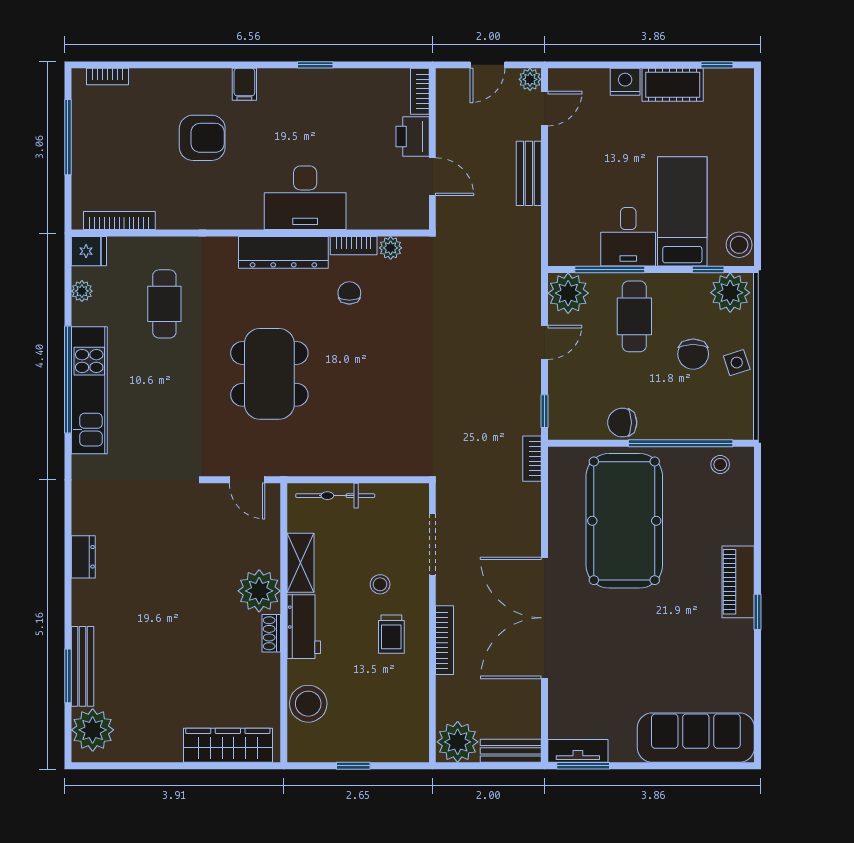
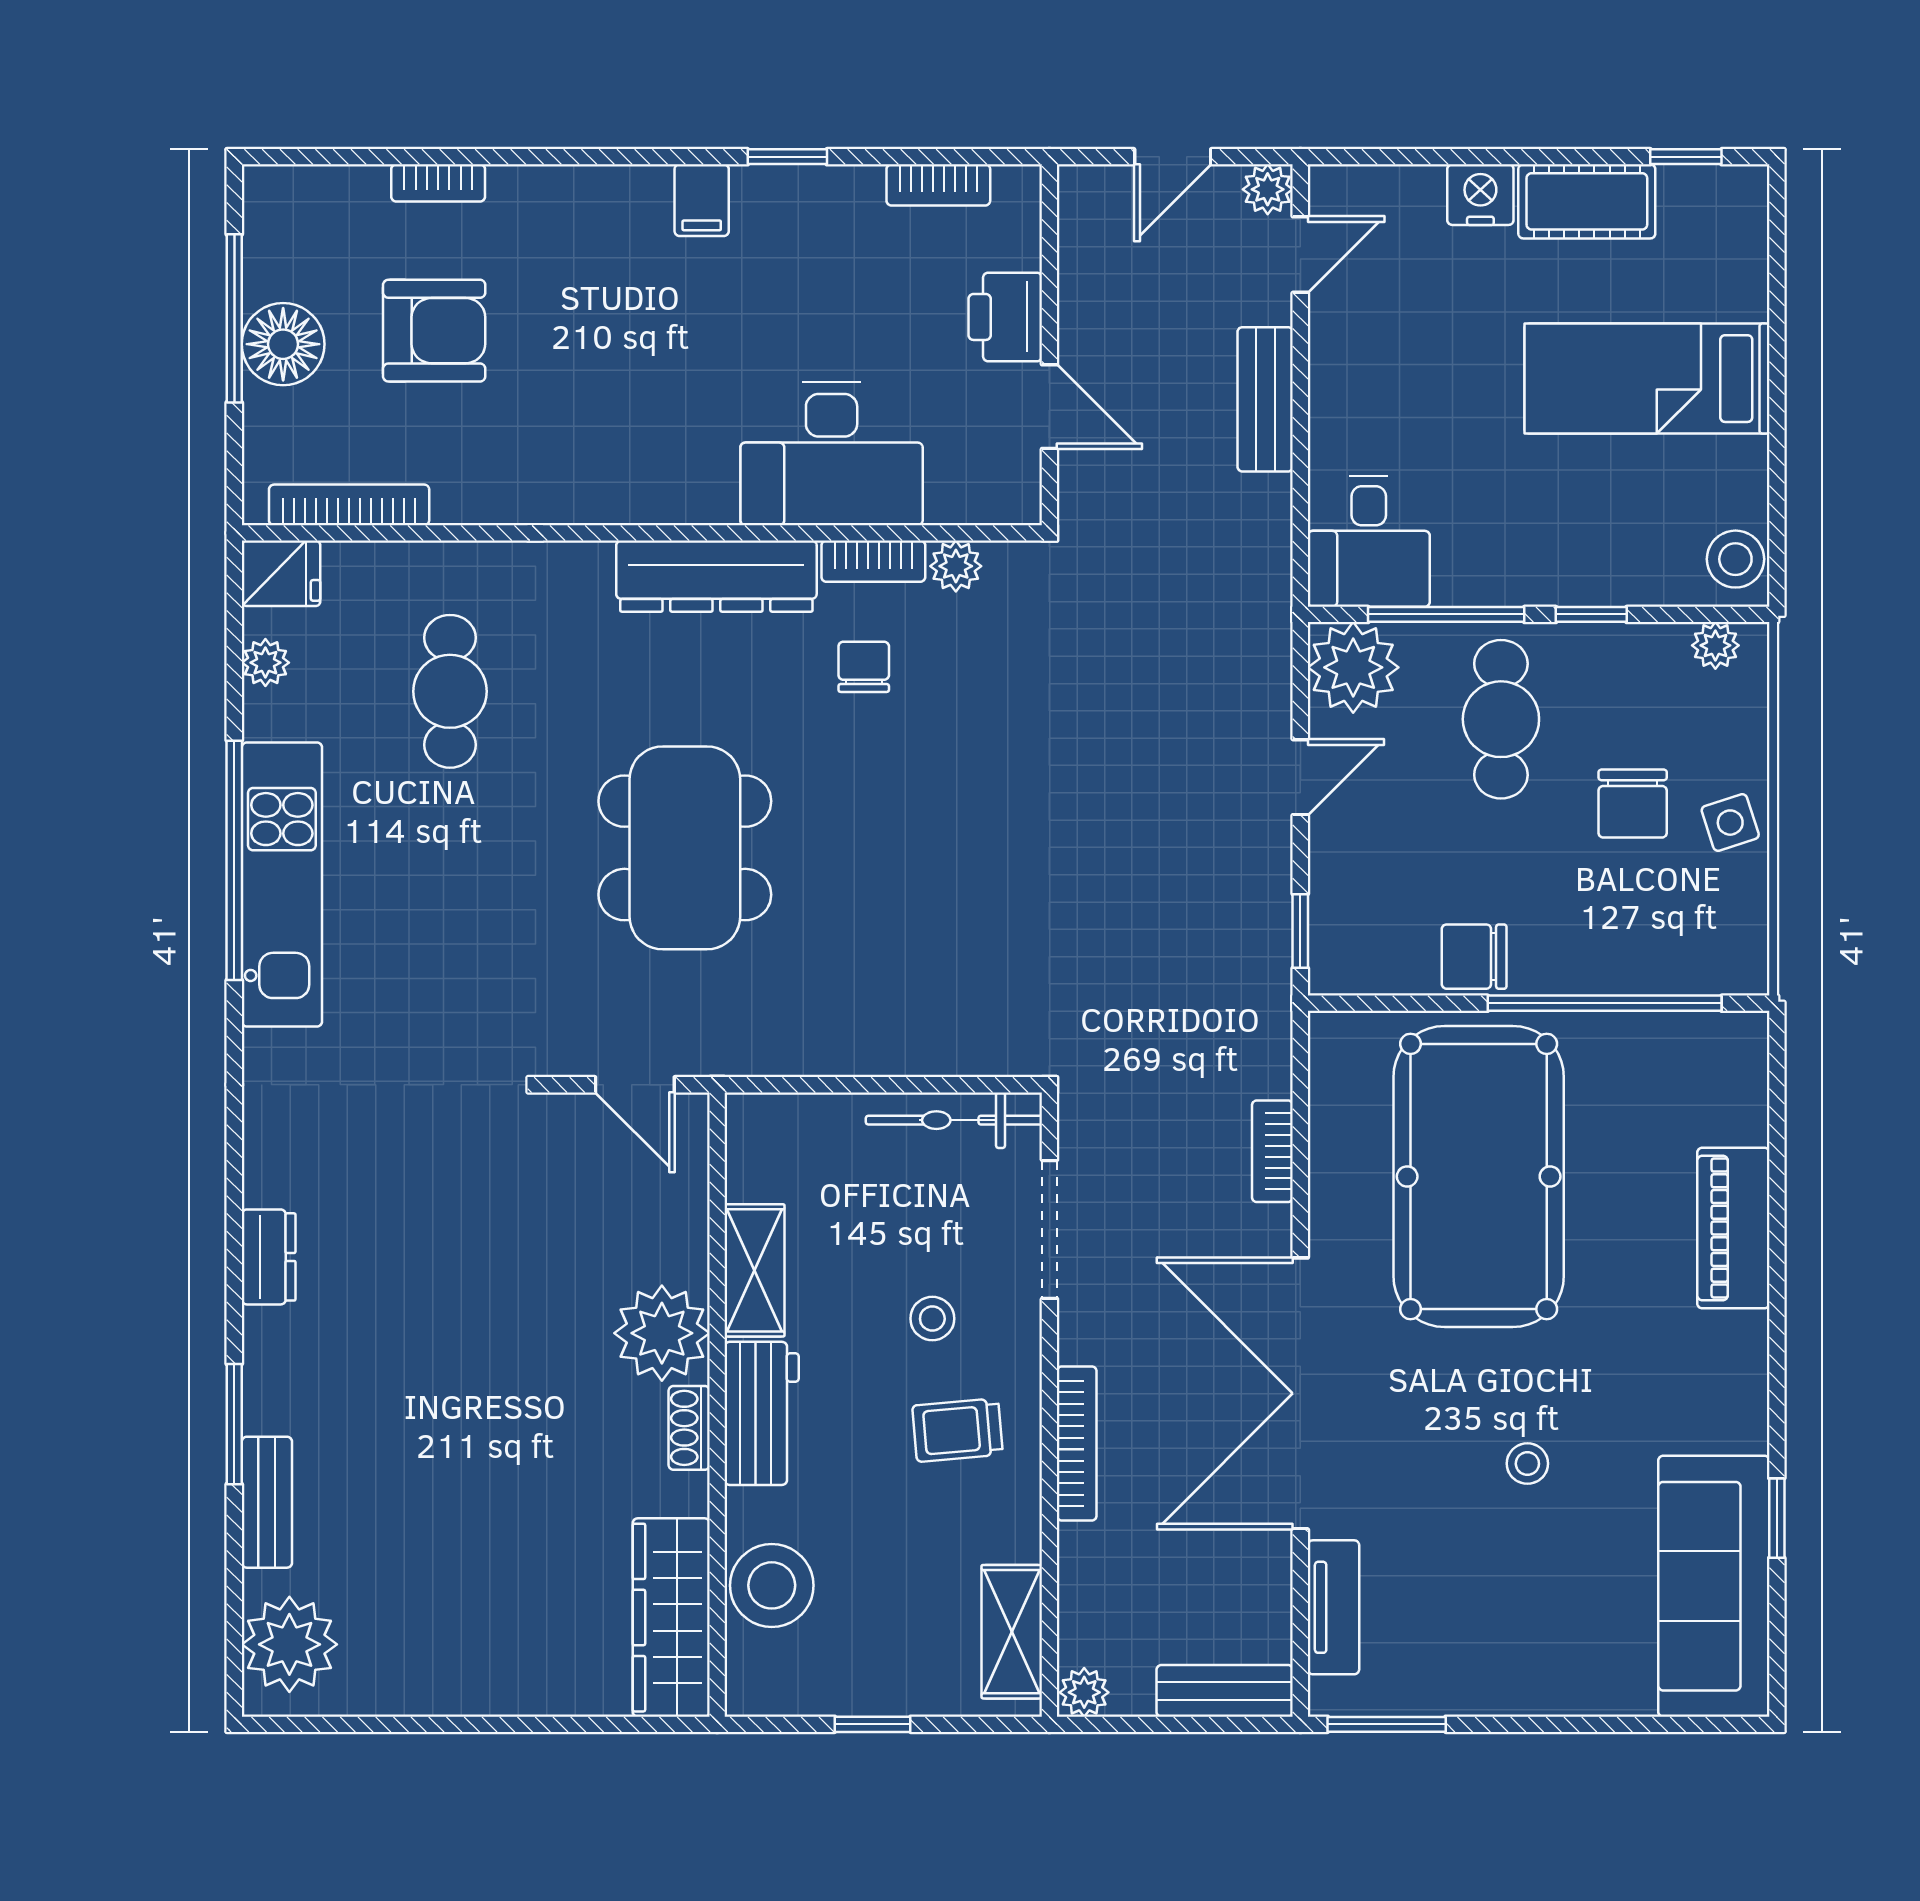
bookcase: (108, 77) -> (438, 183), moved
filing cabinet: (244, 84) -> (702, 200), moved
bookcase: (420, 91) -> (938, 185), moved, turned -90
armchair: (202, 138) -> (434, 331), moved
floor lamp: (90, 149) -> (283, 344), added
desk: (305, 198) -> (832, 454), moved
bed: (682, 211) -> (1647, 379), moved, turned -90
desk: (628, 237) -> (1369, 541), moved
window: (708, 270) -> (1591, 614), moved
plant: (730, 293) -> (1715, 645), width x0.53, depth x0.53
bookcase: (532, 459) -> (1272, 1151), moved
stool: (720, 464) -> (1527, 1464), moved
bicycle: (335, 496) -> (954, 1120), moved
piano: (738, 582) -> (1733, 1228), moved
window: (758, 612) -> (1777, 1518), moved
trolley: (391, 634) -> (958, 1430), turned 85
bench: (82, 666) -> (267, 1502), width x0.73
window: (68, 676) -> (234, 1424), moved
shelving: (416, 724) -> (1012, 1632), added
sofa: (696, 738) -> (1714, 1586), moved, turned -90
plant: (458, 742) -> (1084, 1692), width x0.53, depth x0.53
wardrobe: (228, 745) -> (671, 1618), moved, turned -90
tv unit: (578, 751) -> (1333, 1607), moved, turned 90

